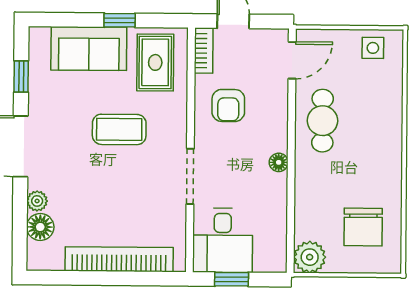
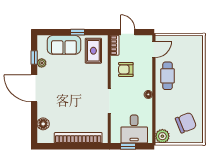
side table: (373, 48) -> (190, 43), removed
armchair: (228, 105) -> (126, 69), turned 90
coffee table: (119, 129) -> (78, 80), removed
plant: (37, 201) -> (42, 63), moved
chair: (363, 227) -> (186, 123), turned -112
desk: (223, 240) -> (134, 129), moved

